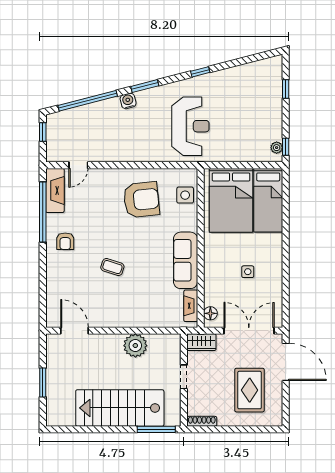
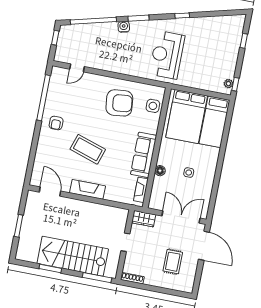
reception desk: (190, 126) -> (167, 55), turned 180
fireplace: (55, 190) -> (87, 189), moved, turned -90
coffee table: (112, 267) -> (88, 149), width x1.86, depth x1.72
floor lamp: (210, 313) -> (160, 171), moved
plant: (135, 346) -> (93, 212), removed
rug: (250, 390) -> (173, 262), width x0.73, depth x0.70
window: (94, 429) -> (50, 269), added

